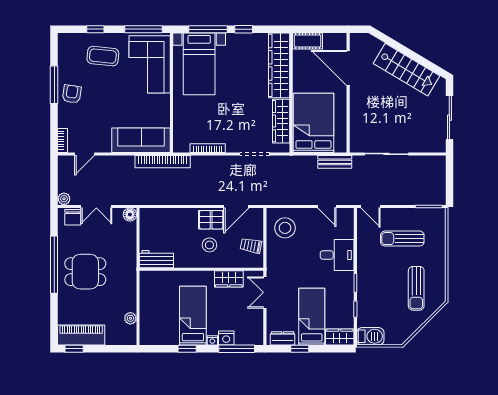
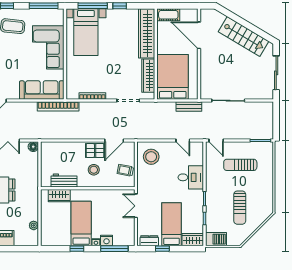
corner sofa: (150, 64) -> (48, 47), moved
workbench: (156, 259) -> (64, 180), moved
wardrobe: (229, 279) -> (59, 196), moved
sun lounger: (416, 288) -> (240, 208), moved

